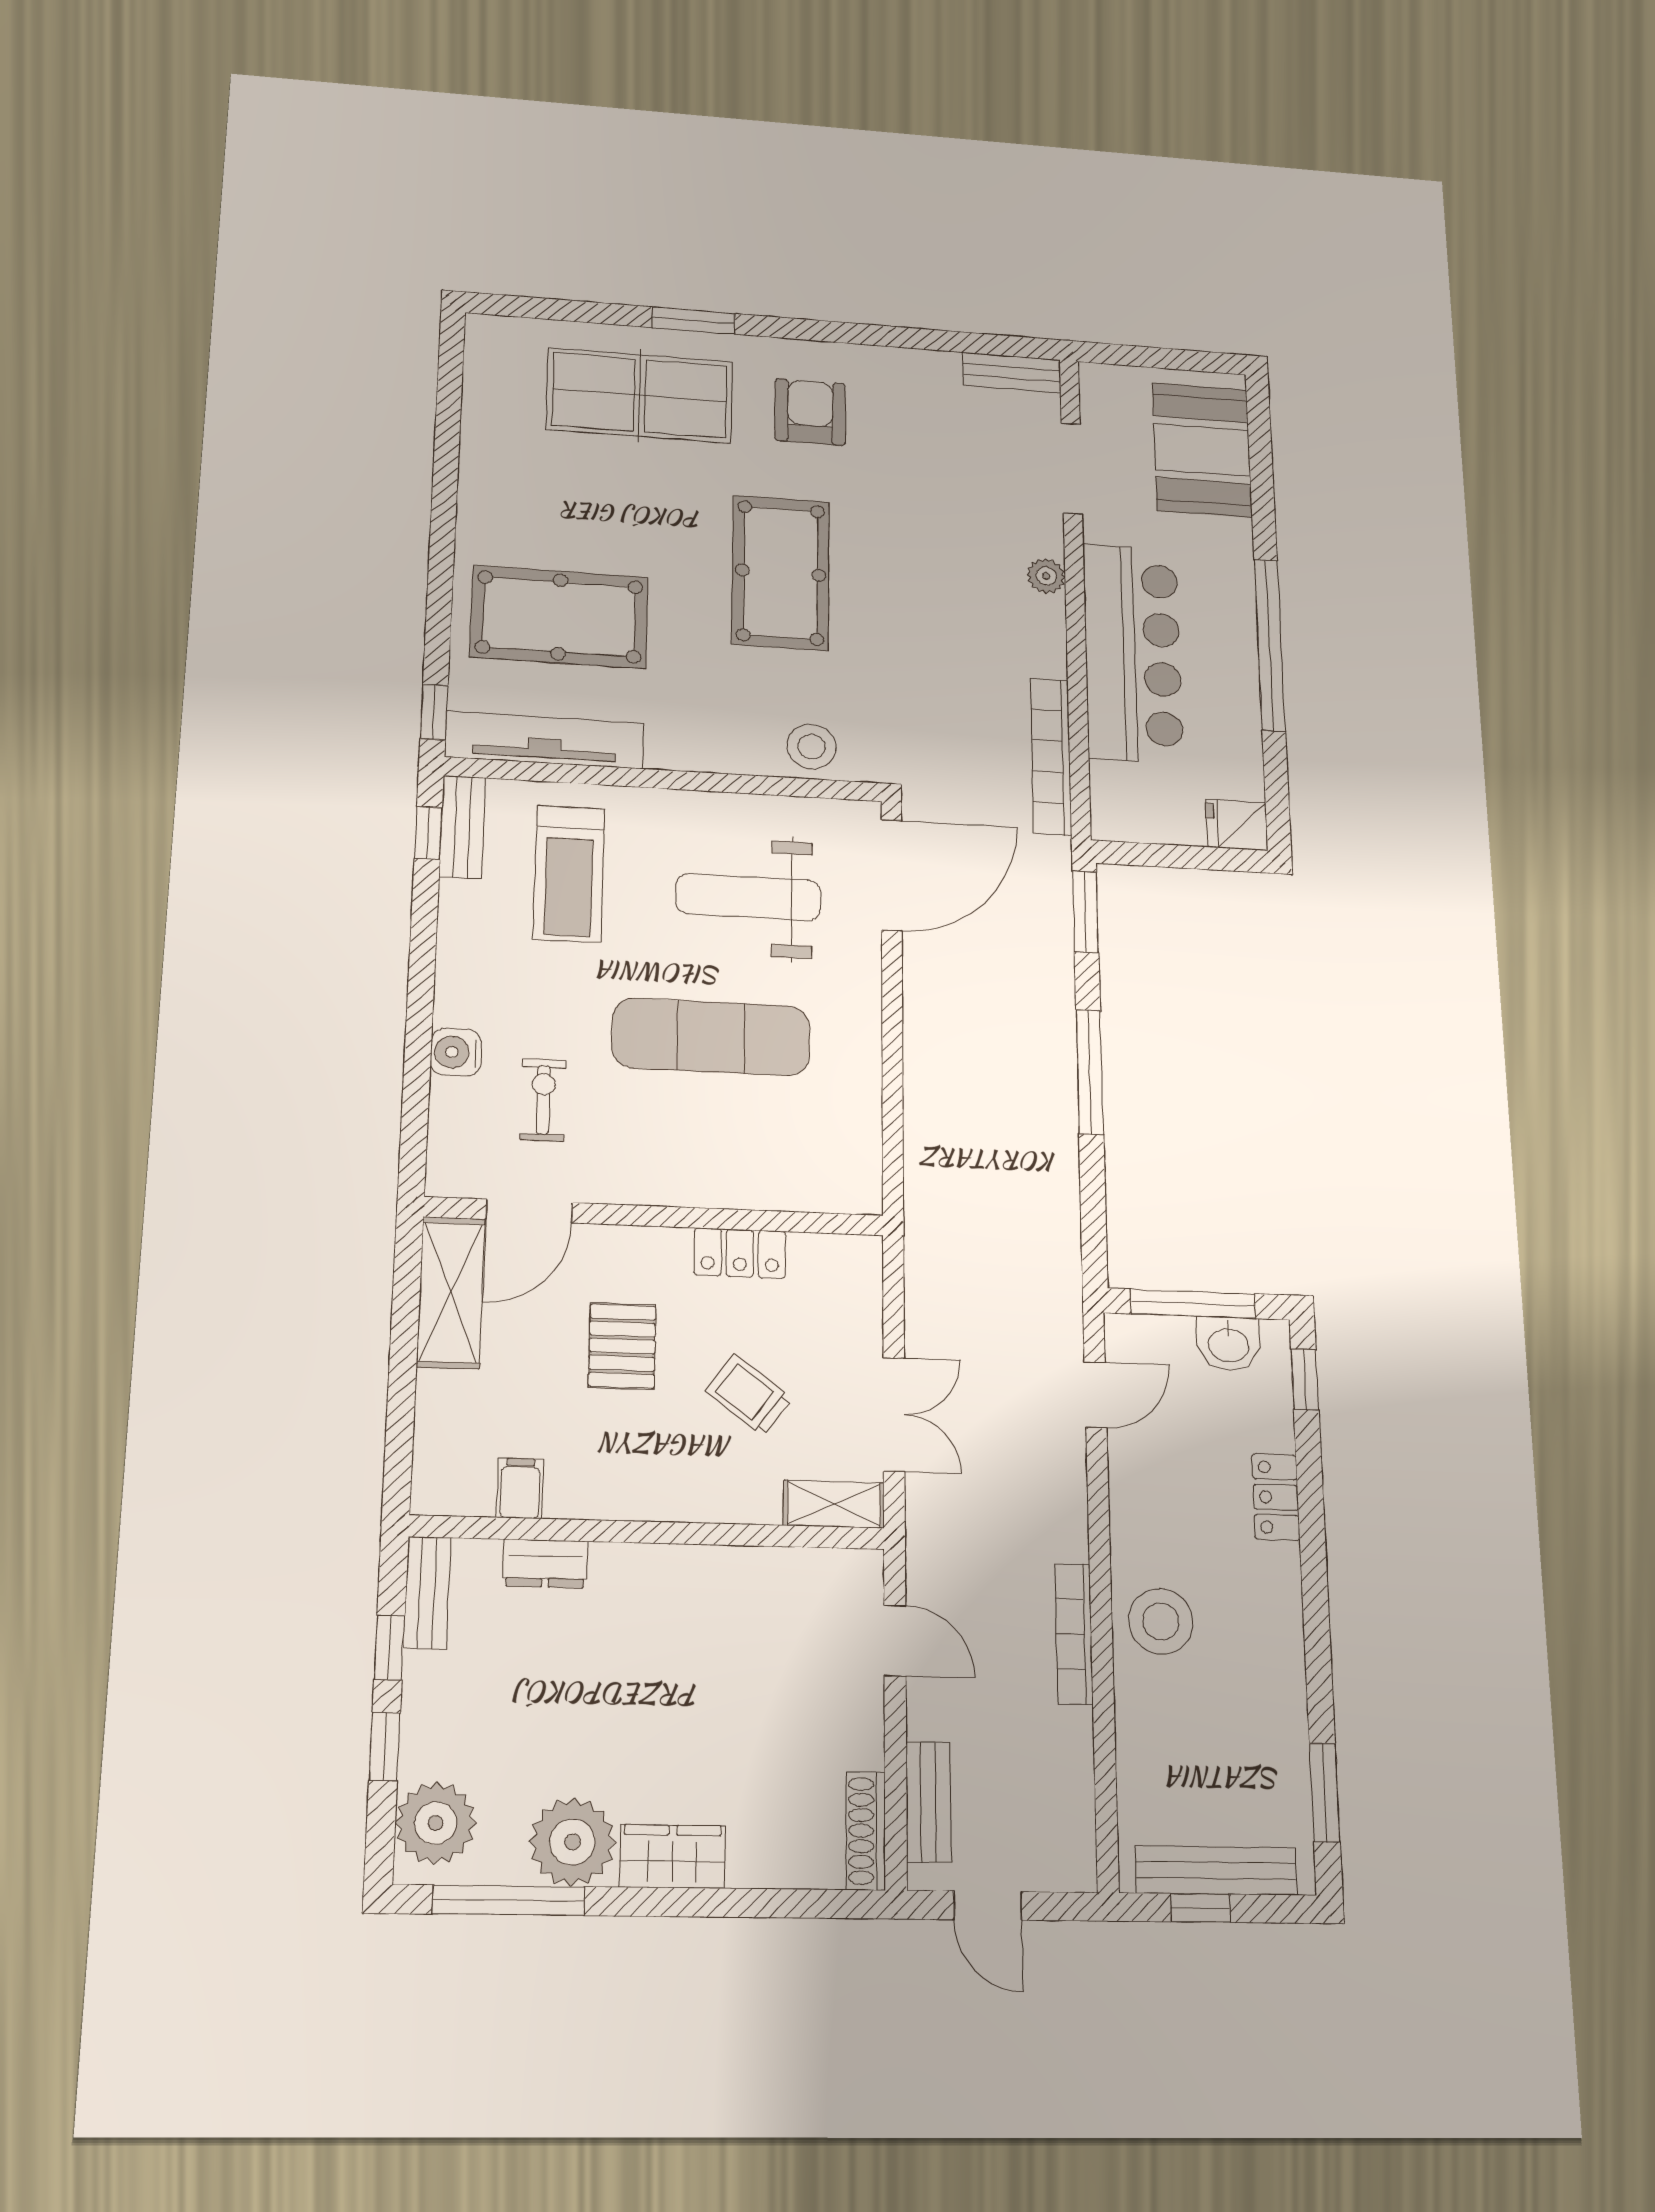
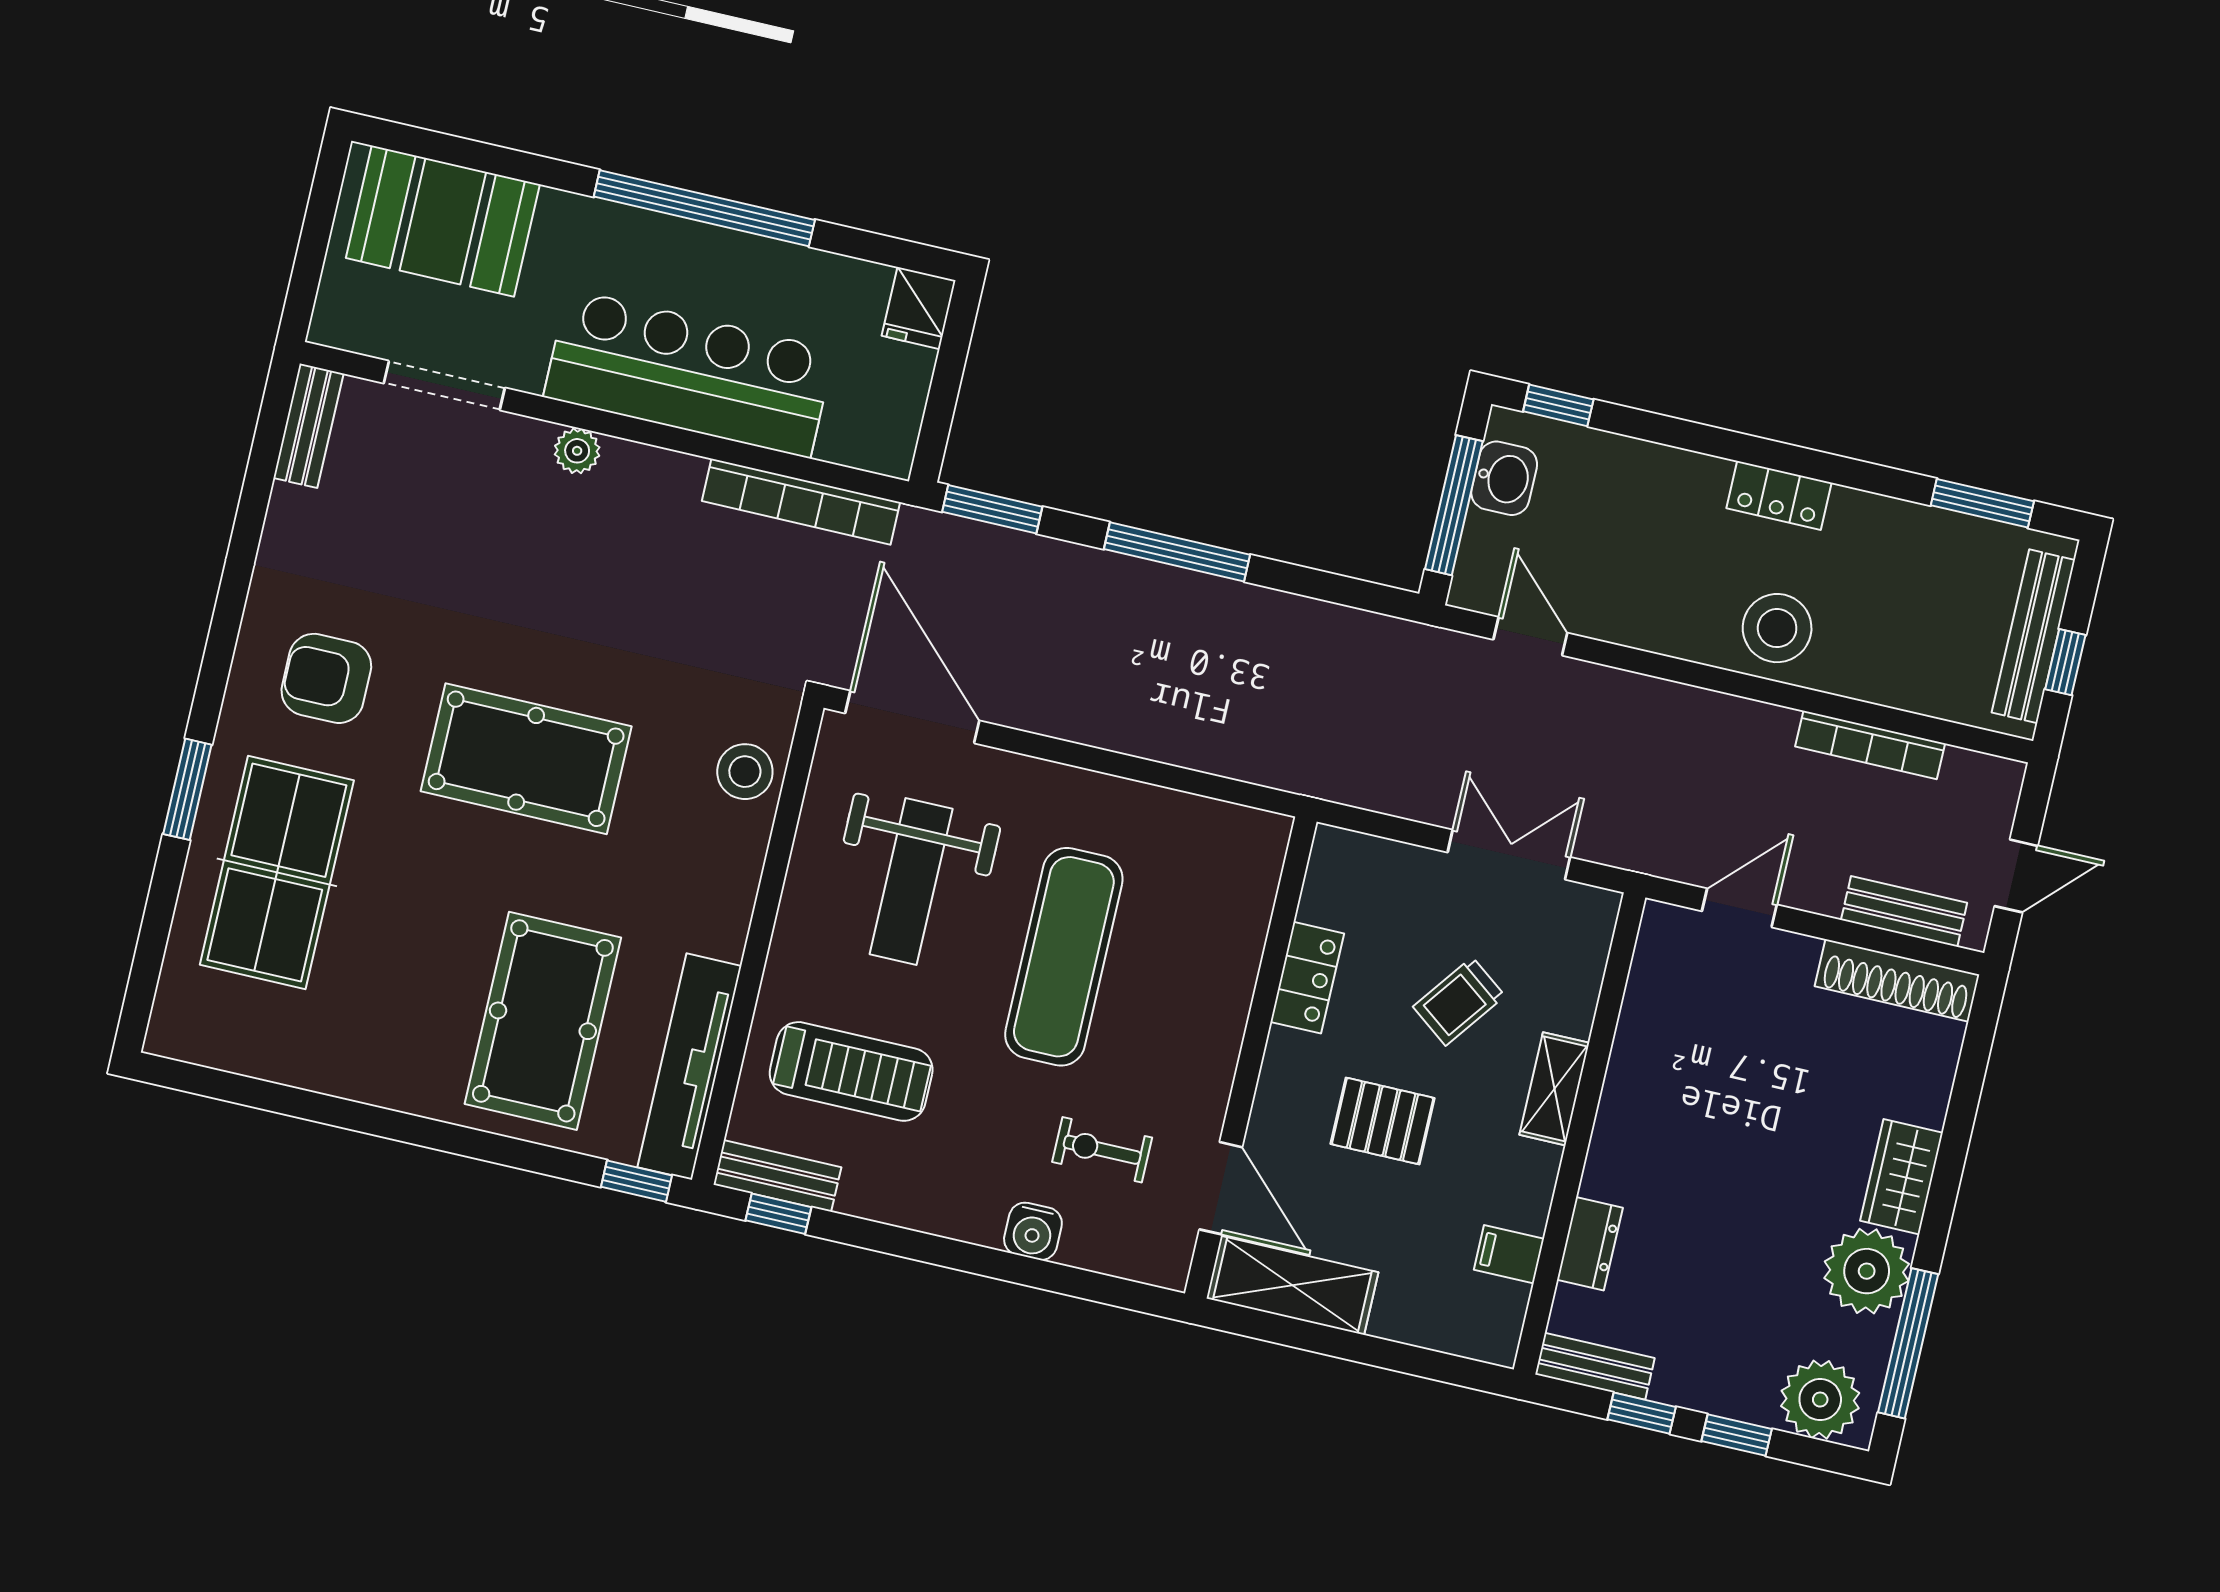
locker: (1276, 1497) -> (1779, 495), moved
shelving: (834, 1504) -> (1554, 1089), moved
bookcase: (1074, 1634) -> (1870, 745), moved
shoe rack: (866, 1831) -> (1897, 980), width x1.36, depth x1.24

